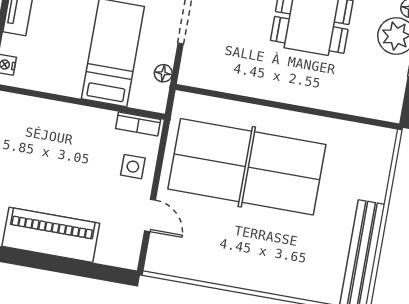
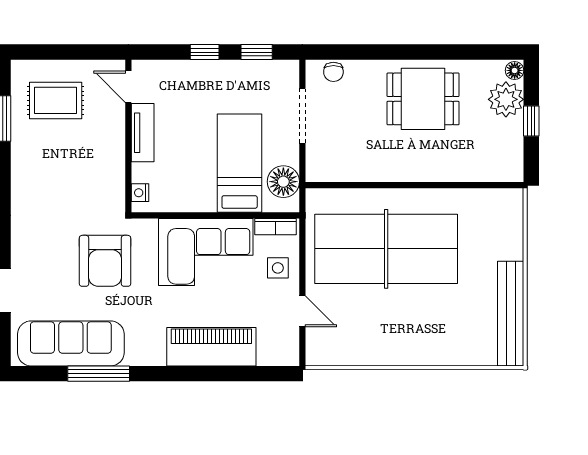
floor lamp: (163, 73) -> (283, 182), width x1.89, depth x1.89
corner sofa: (62, 137) -> (206, 252), added

